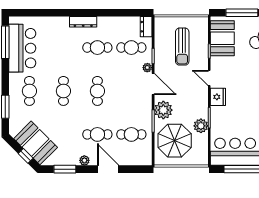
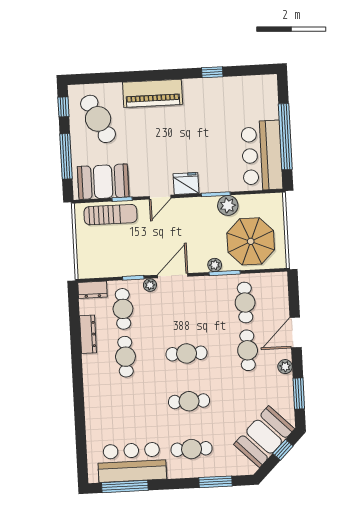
dresser: (83, 22) -> (88, 334), moved
sun lounger: (182, 47) -> (111, 215), moved
plant: (163, 110) -> (215, 265), width x0.53, depth x0.53

